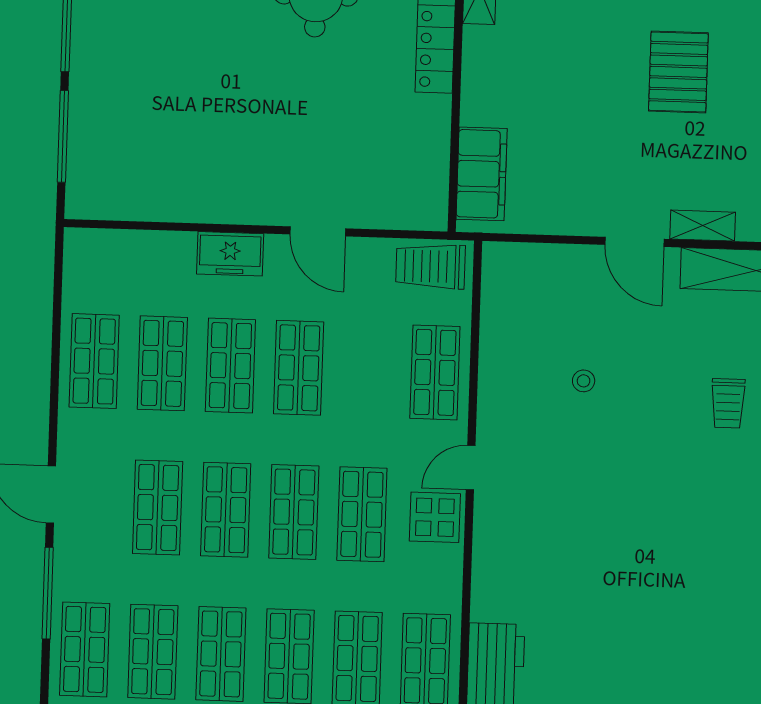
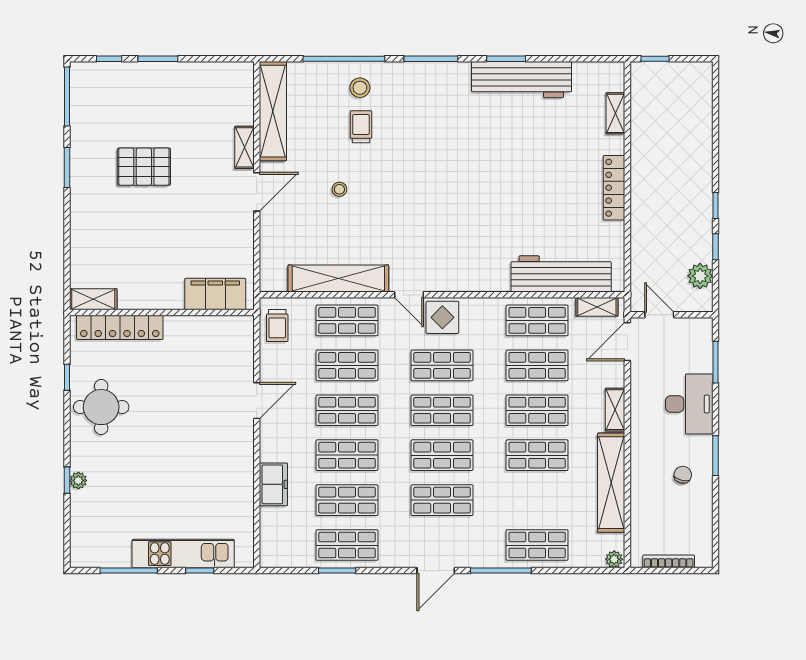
kitchen unit: (89, 112) -> (183, 554), added
window: (63, 136) -> (200, 571), width x0.46
freezer: (230, 254) -> (273, 484), moved
trolley: (431, 266) -> (277, 326), width x0.73, depth x0.72
window: (56, 345) -> (337, 571), added
shelving: (499, 361) -> (338, 278), added
stool: (584, 381) -> (339, 189), moved
trolley: (728, 403) -> (361, 127), turned -90
shop shelf: (153, 652) -> (347, 365), moved

